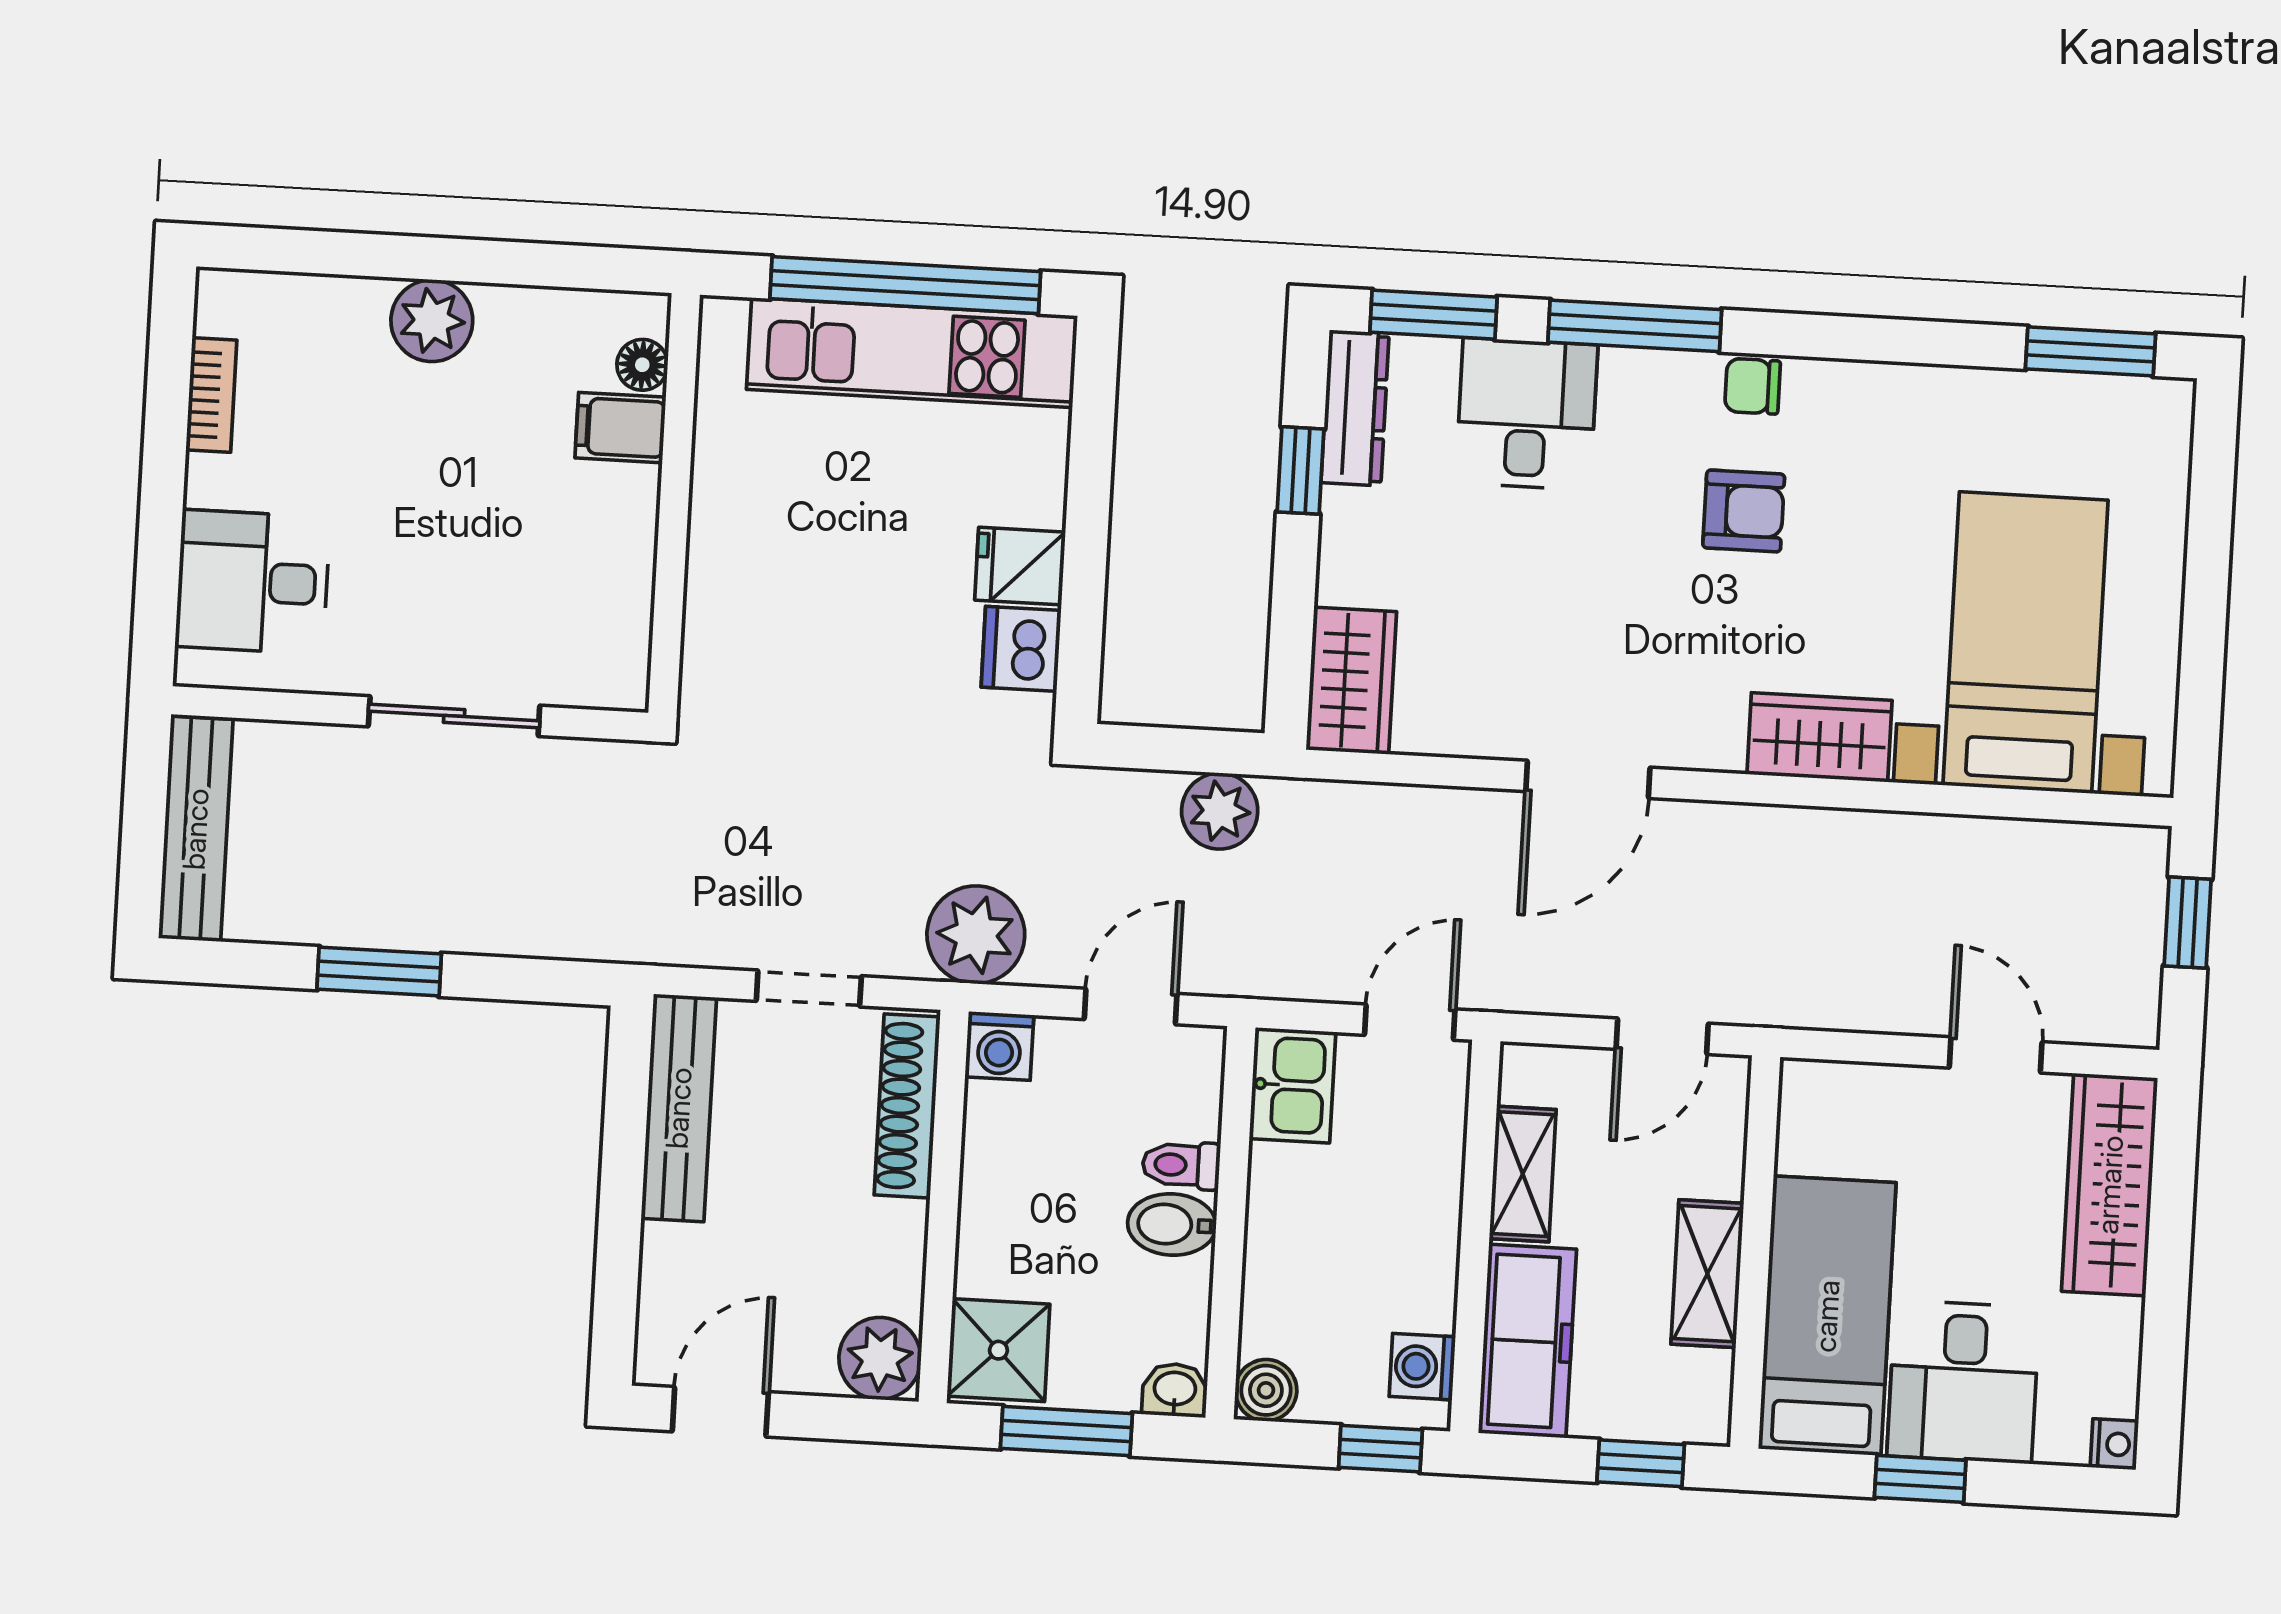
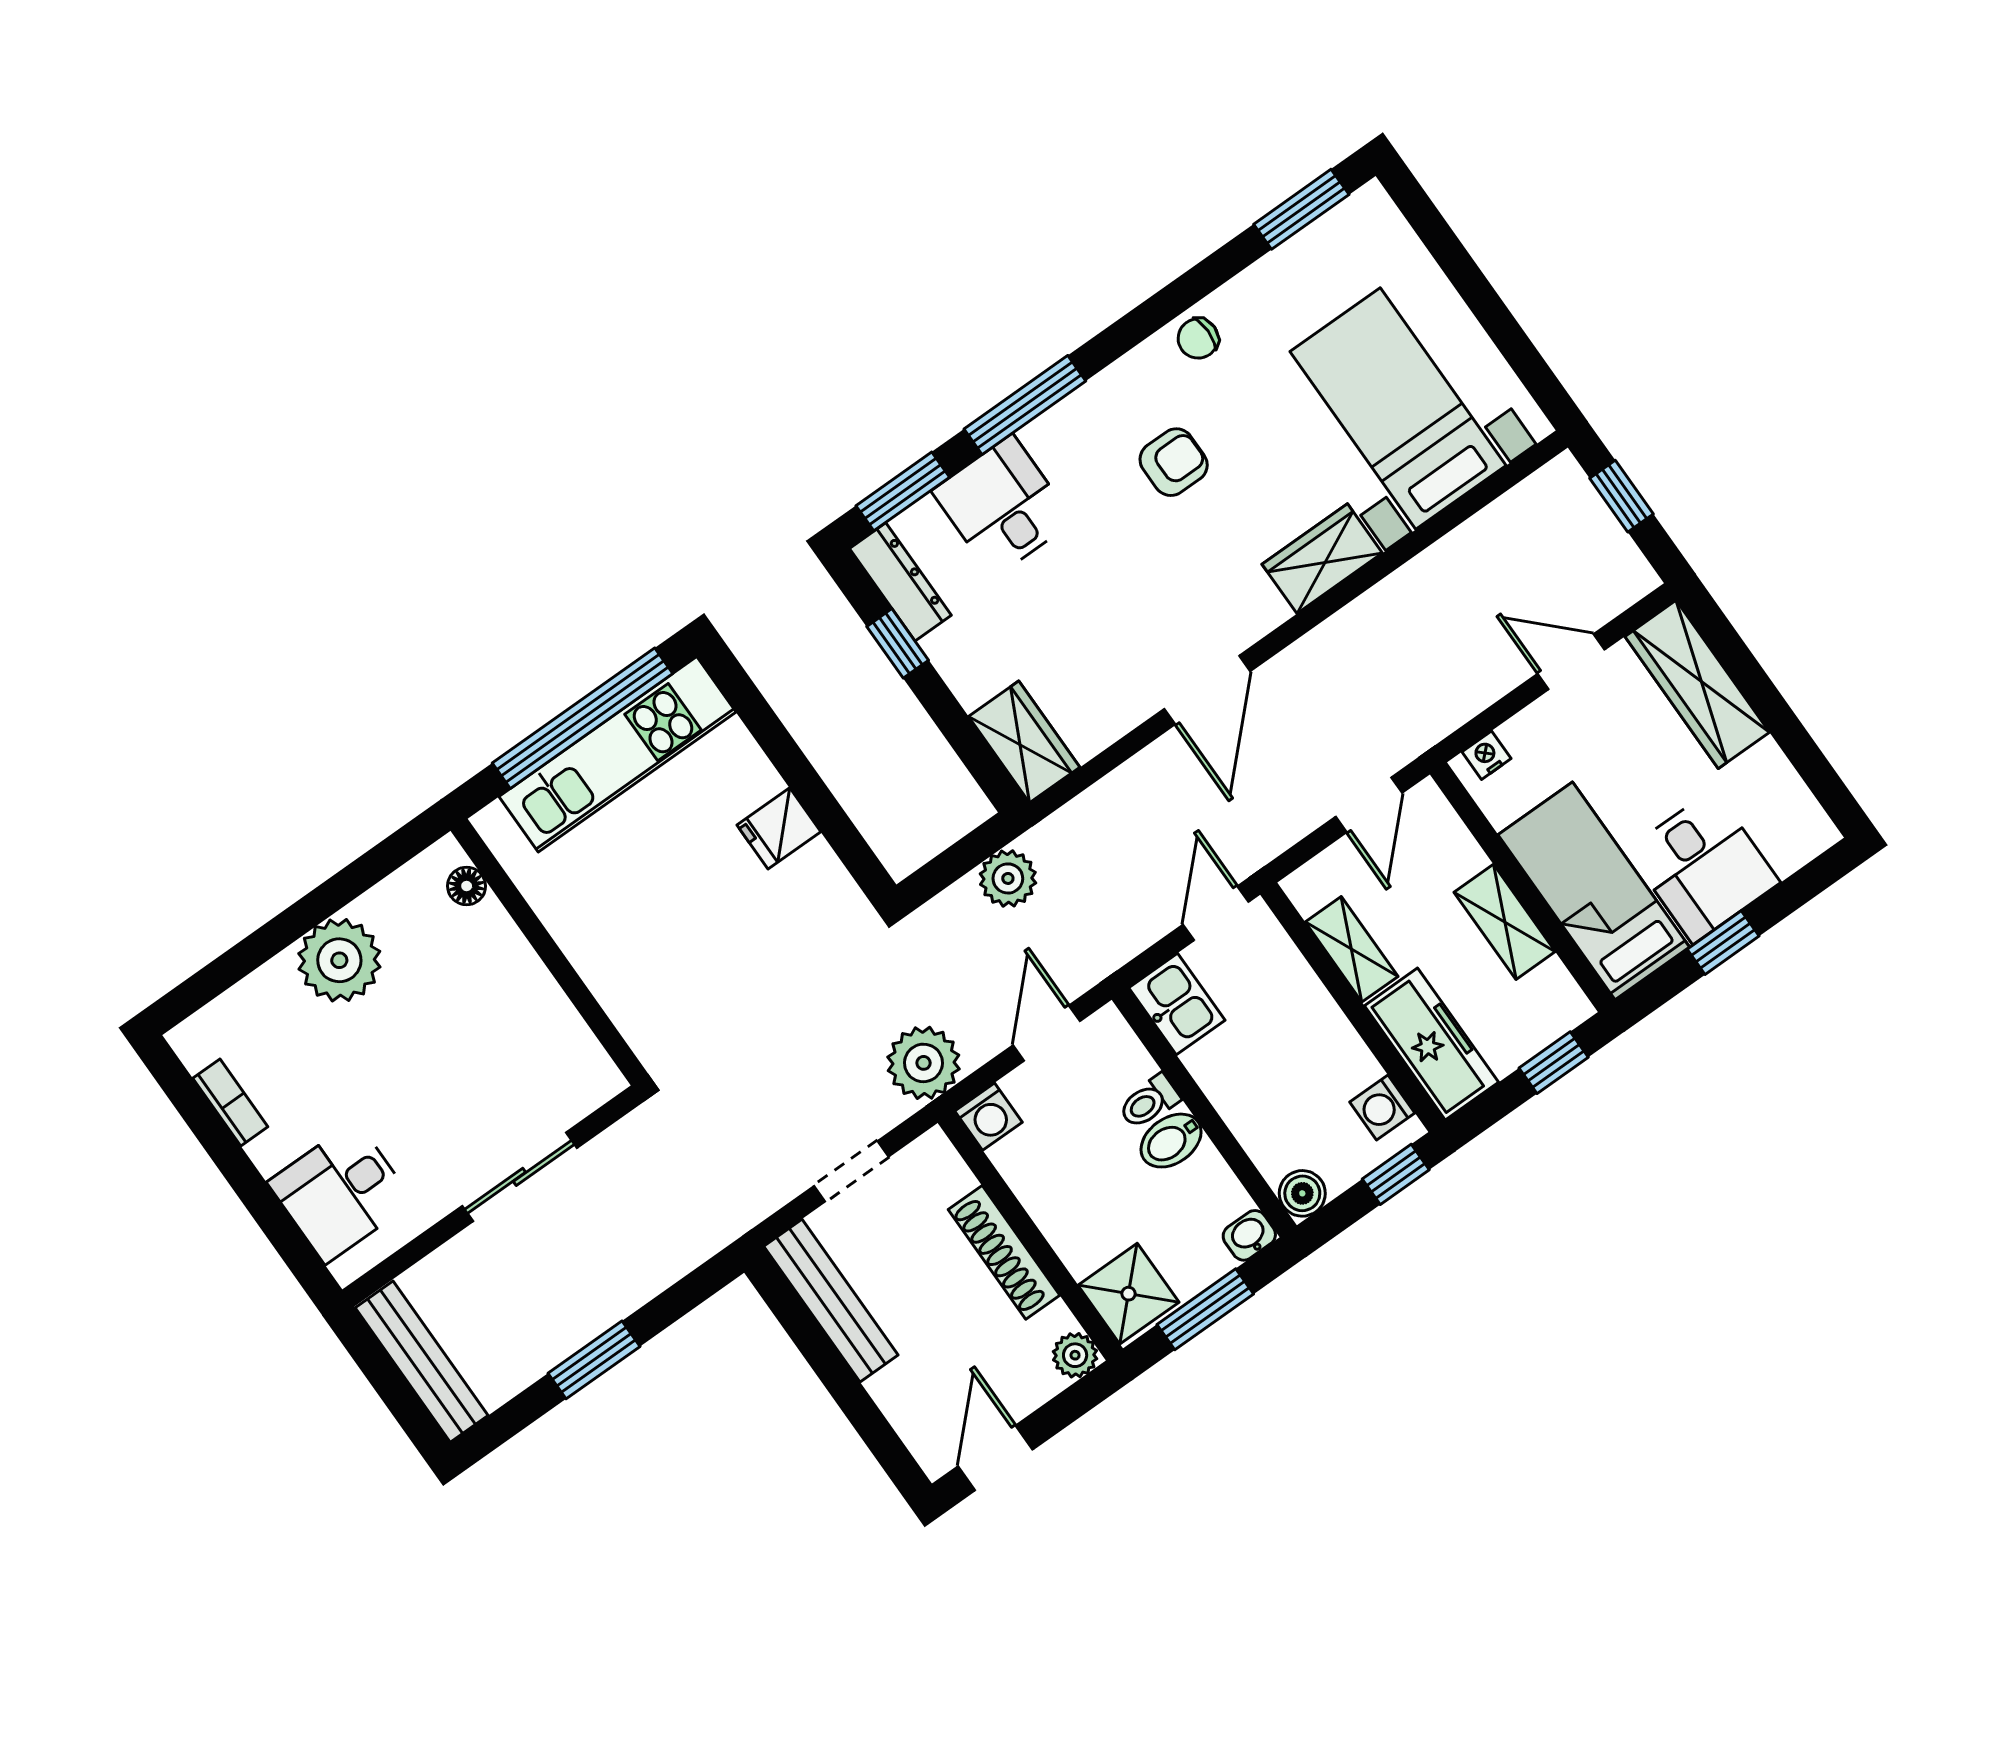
plant: (432, 321) -> (339, 960), width x1.36, depth x1.36
chair: (1752, 386) -> (1198, 338), moved
filing cabinet: (620, 428) -> (483, 933), removed
dishwasher: (1021, 649) -> (818, 876), removed
shoe rack: (907, 1106) -> (1004, 1252), moved
plant: (880, 1358) -> (1075, 1355), width x0.73, depth x0.73
nightstand: (2114, 1444) -> (1486, 755), moved, turned -90

